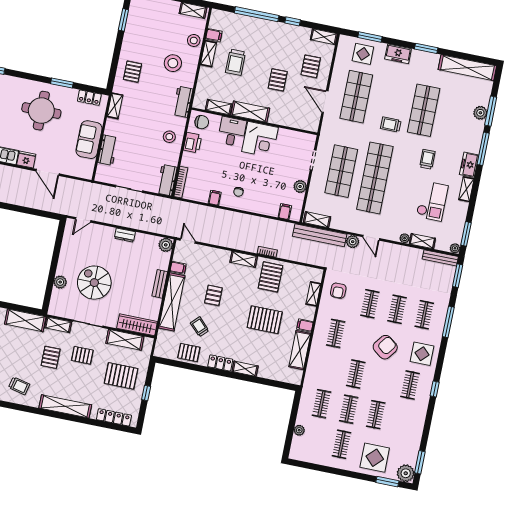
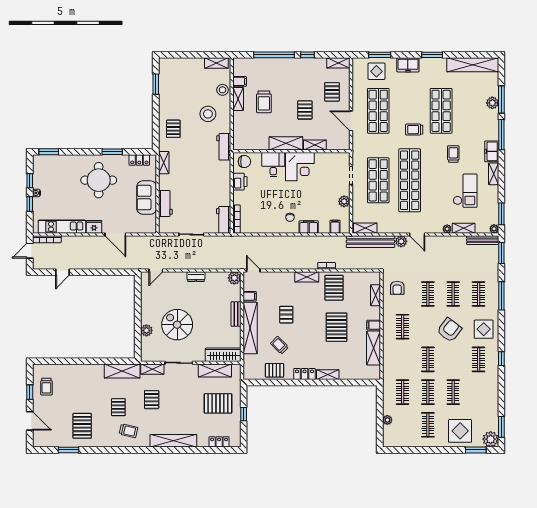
shelving: (219, 107) -> (315, 145), moved
stool: (169, 137) -> (218, 180), removed
filing cabinet: (215, 198) -> (309, 227), moved, width x2.00
pallet: (265, 320) -> (337, 327), turned 90
pallet: (82, 355) -> (118, 407), moved, turned 90
locker: (114, 417) -> (219, 442), width x0.66

